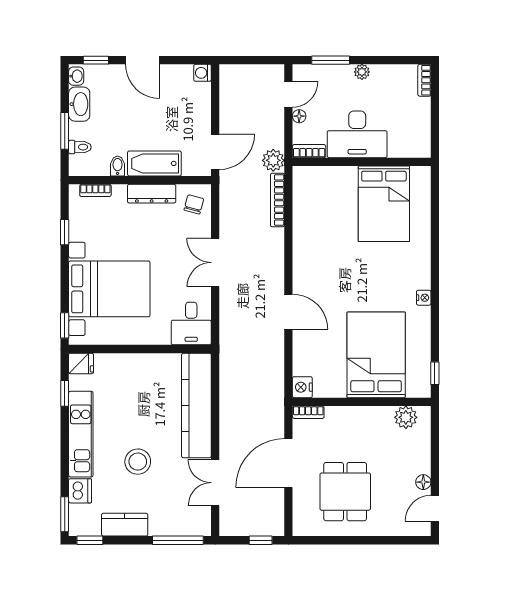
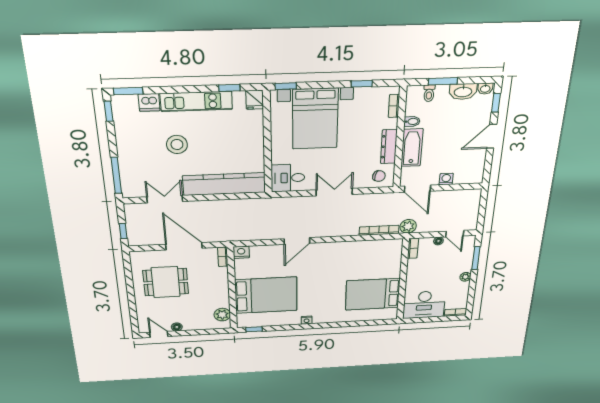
washing machine: (202, 73) -> (446, 179), moved
desk: (357, 134) -> (424, 305), moved, turned -90
kitchen counter: (125, 525) -> (125, 137), removed

